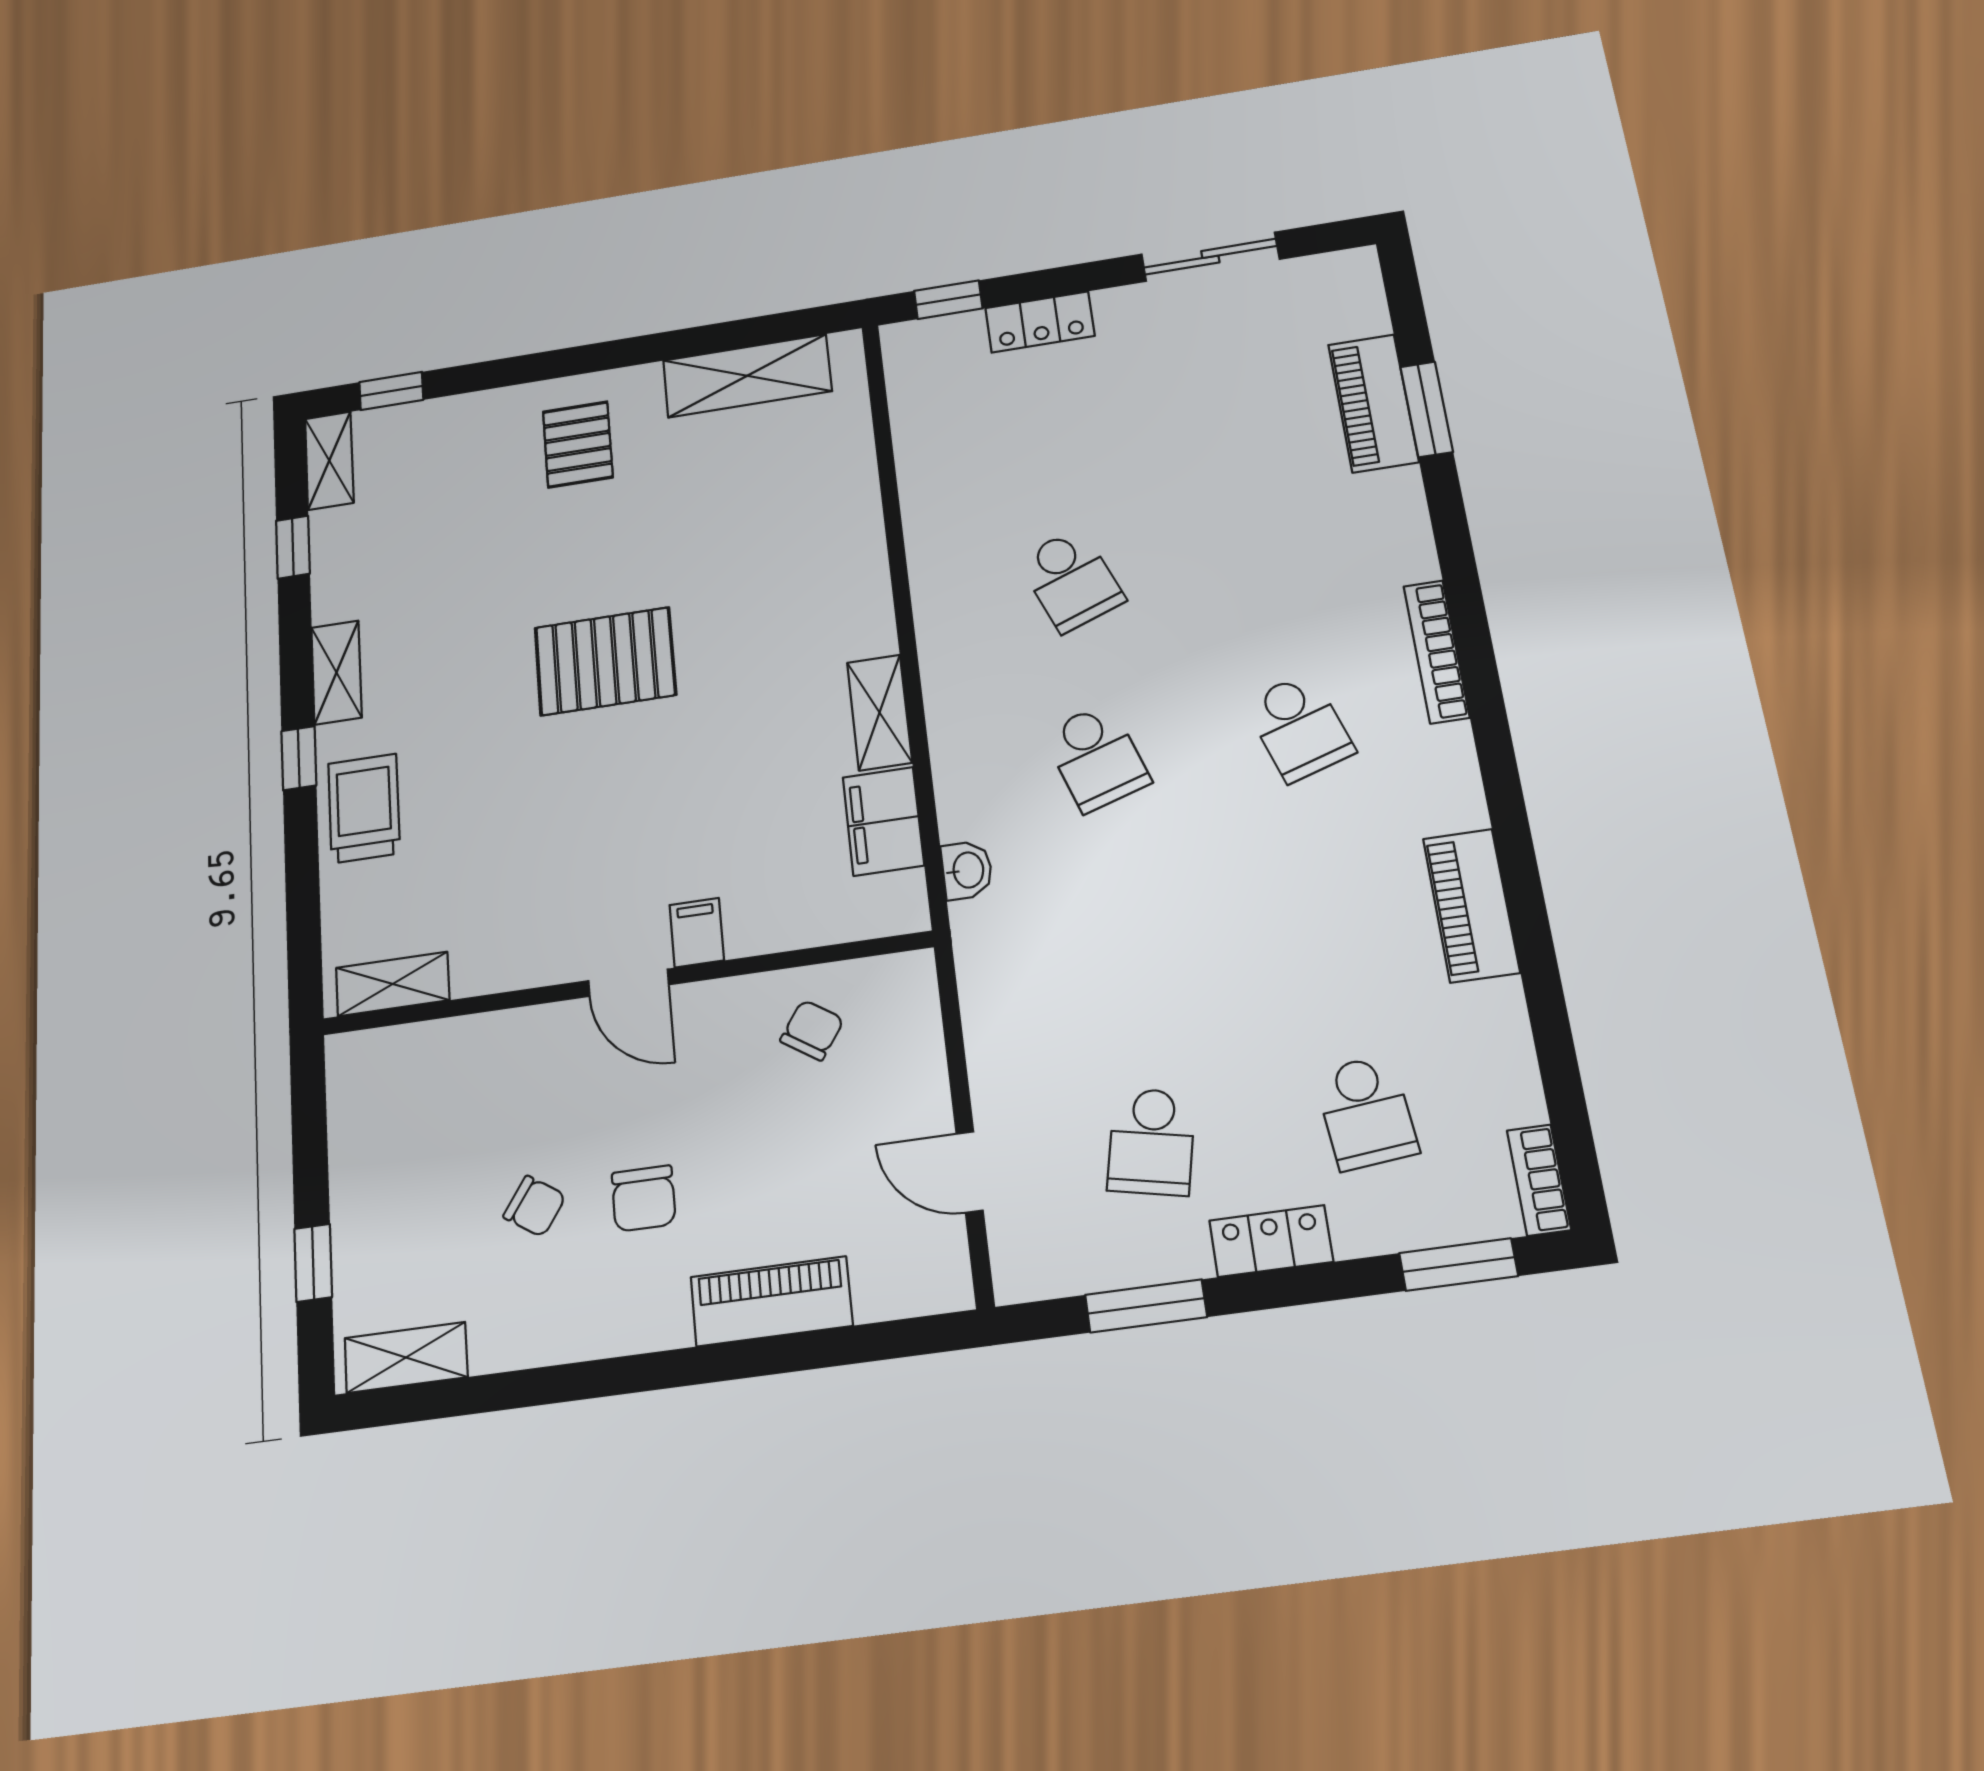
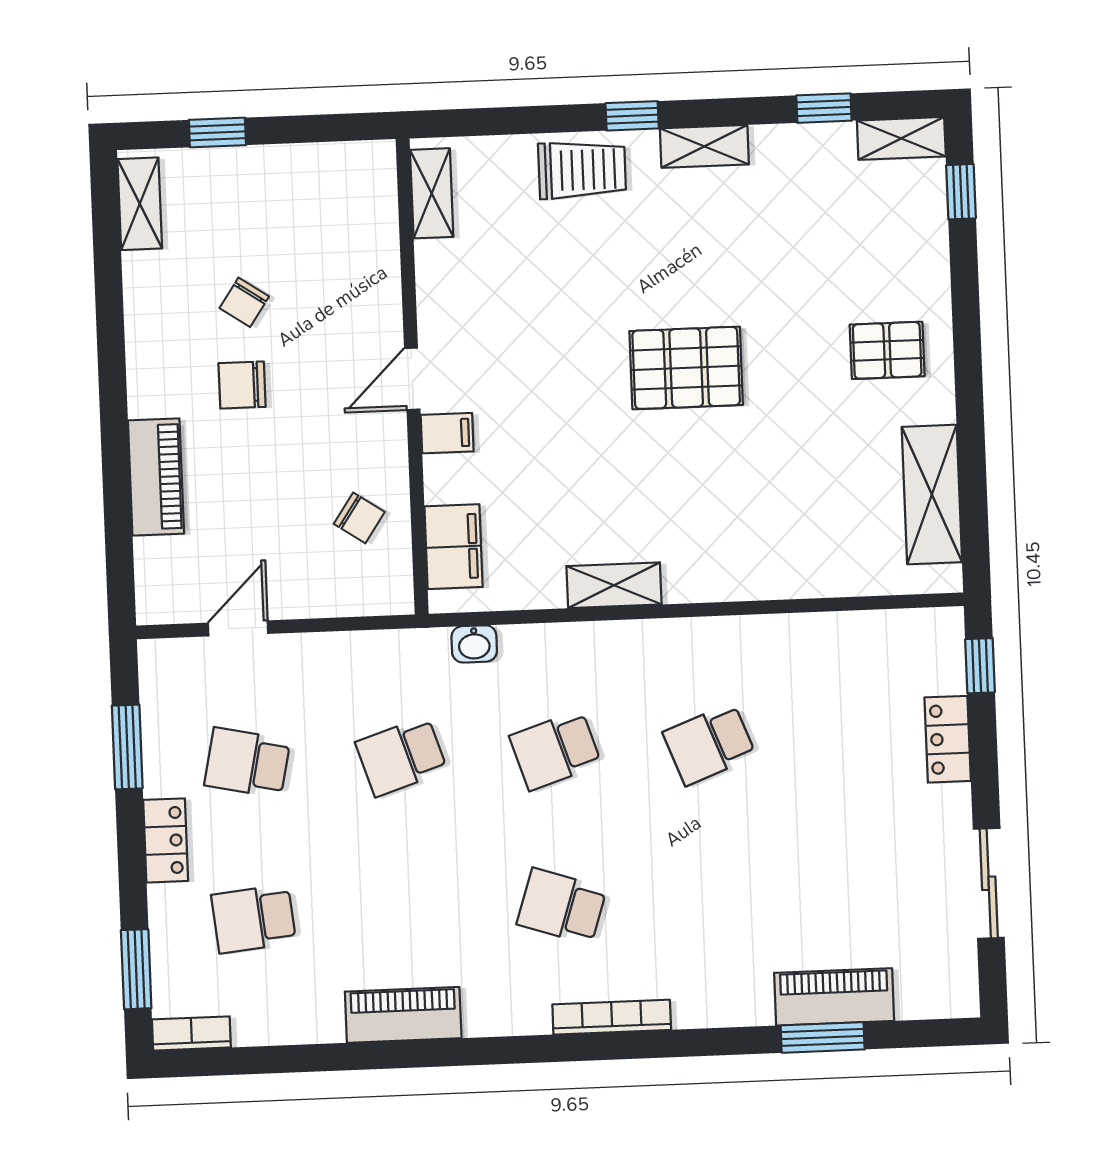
pallet: (605, 661) -> (686, 368), turned 90
school desk: (1299, 727) -> (562, 906), turned 36
filing cabinet: (883, 821) -> (453, 547), moved, turned 90
school desk: (1123, 944) -> (401, 756), added

